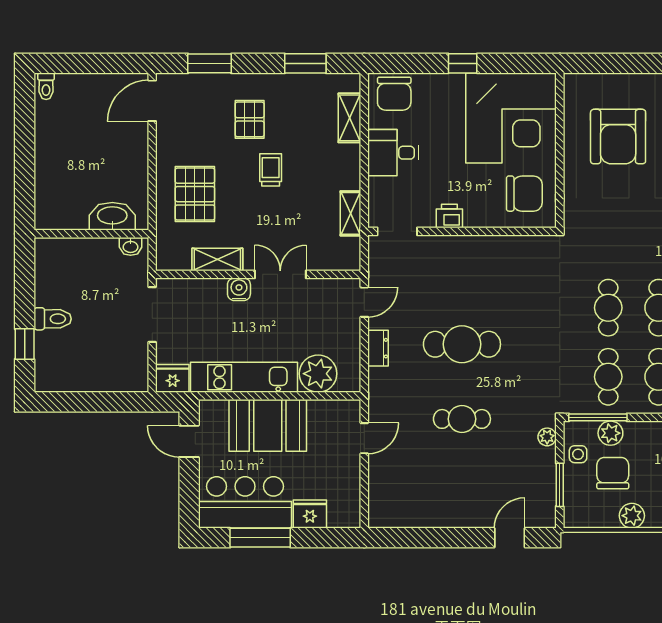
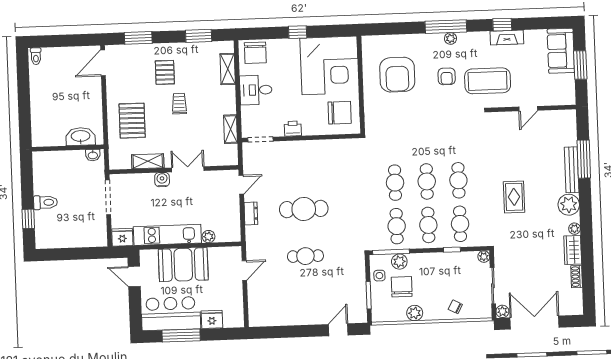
plant: (318, 374) -> (208, 237), width x0.53, depth x0.53
plant: (547, 437) -> (359, 265), removed

